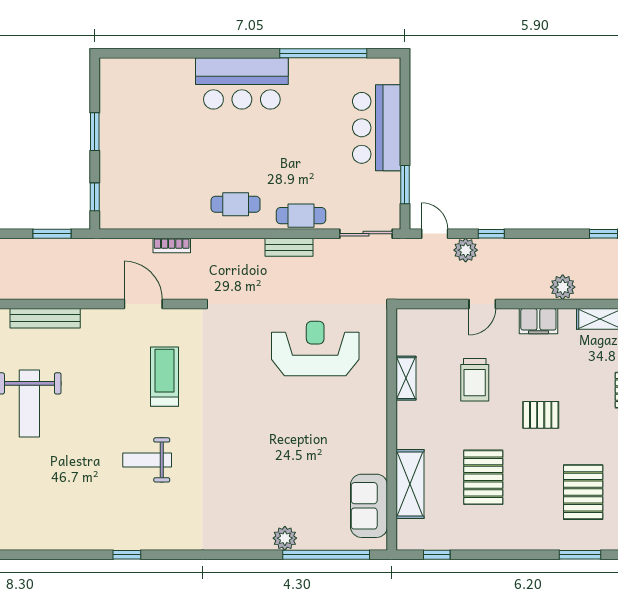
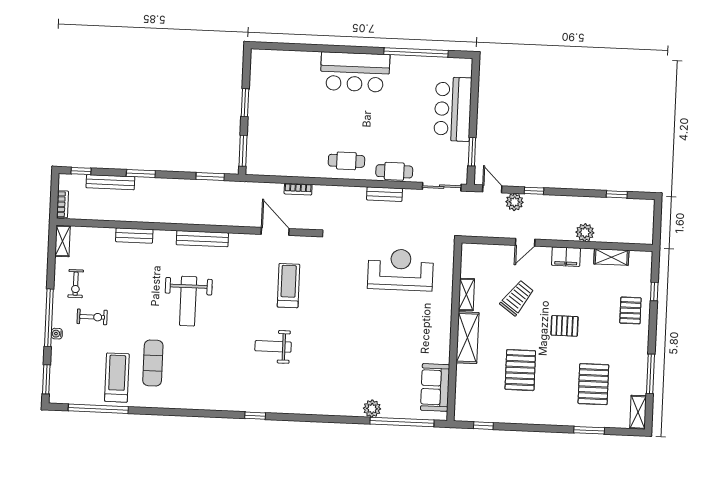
window: (95, 197) -> (243, 151), width x1.50
trolley: (475, 380) -> (517, 298), turned -144
shelving: (410, 484) -> (468, 338), moved

